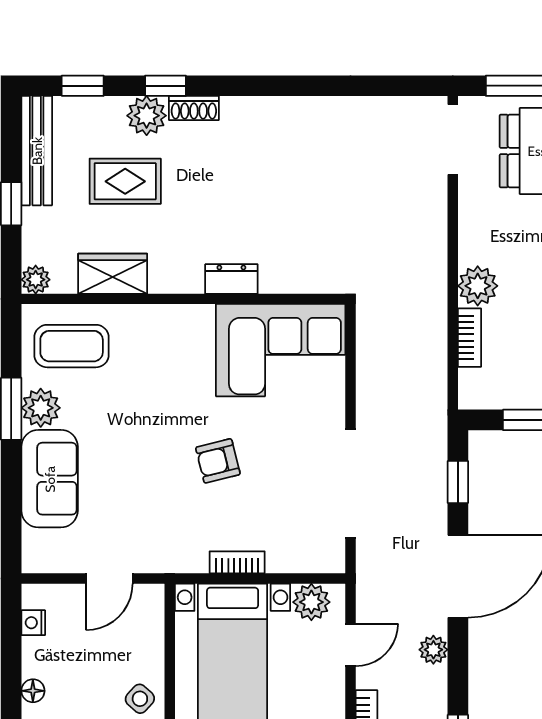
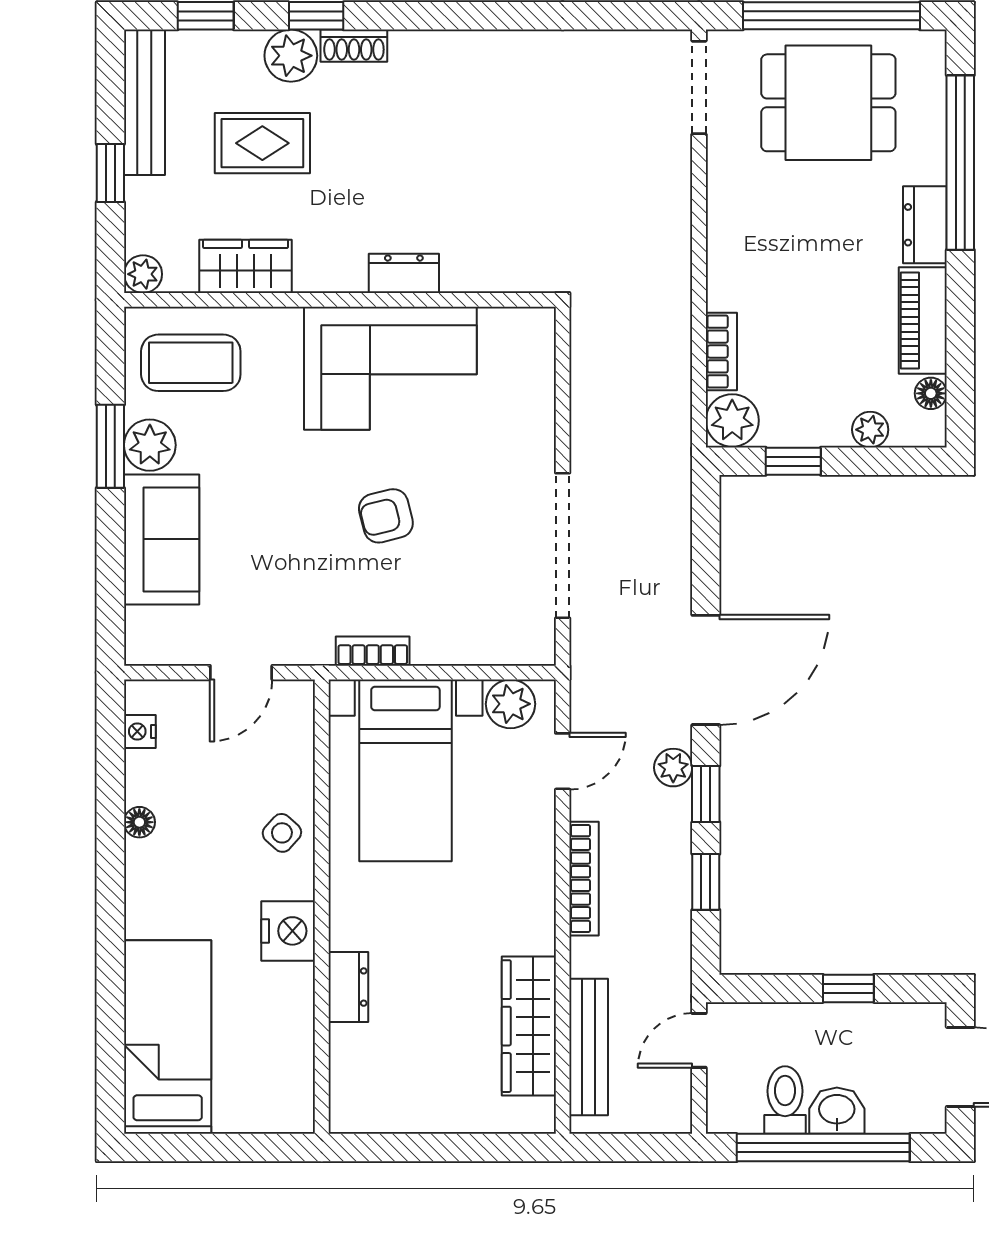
plant: (478, 286) -> (732, 420), moved
corner sofa: (281, 350) -> (390, 368), moved
window: (458, 482) -> (706, 794), moved
bookcase: (237, 562) -> (373, 651), moved

